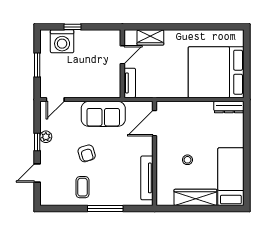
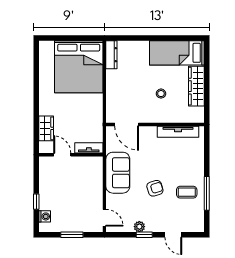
washing machine: (62, 41) -> (45, 216), width x0.53, depth x0.53
window: (105, 208) -> (207, 193), moved

